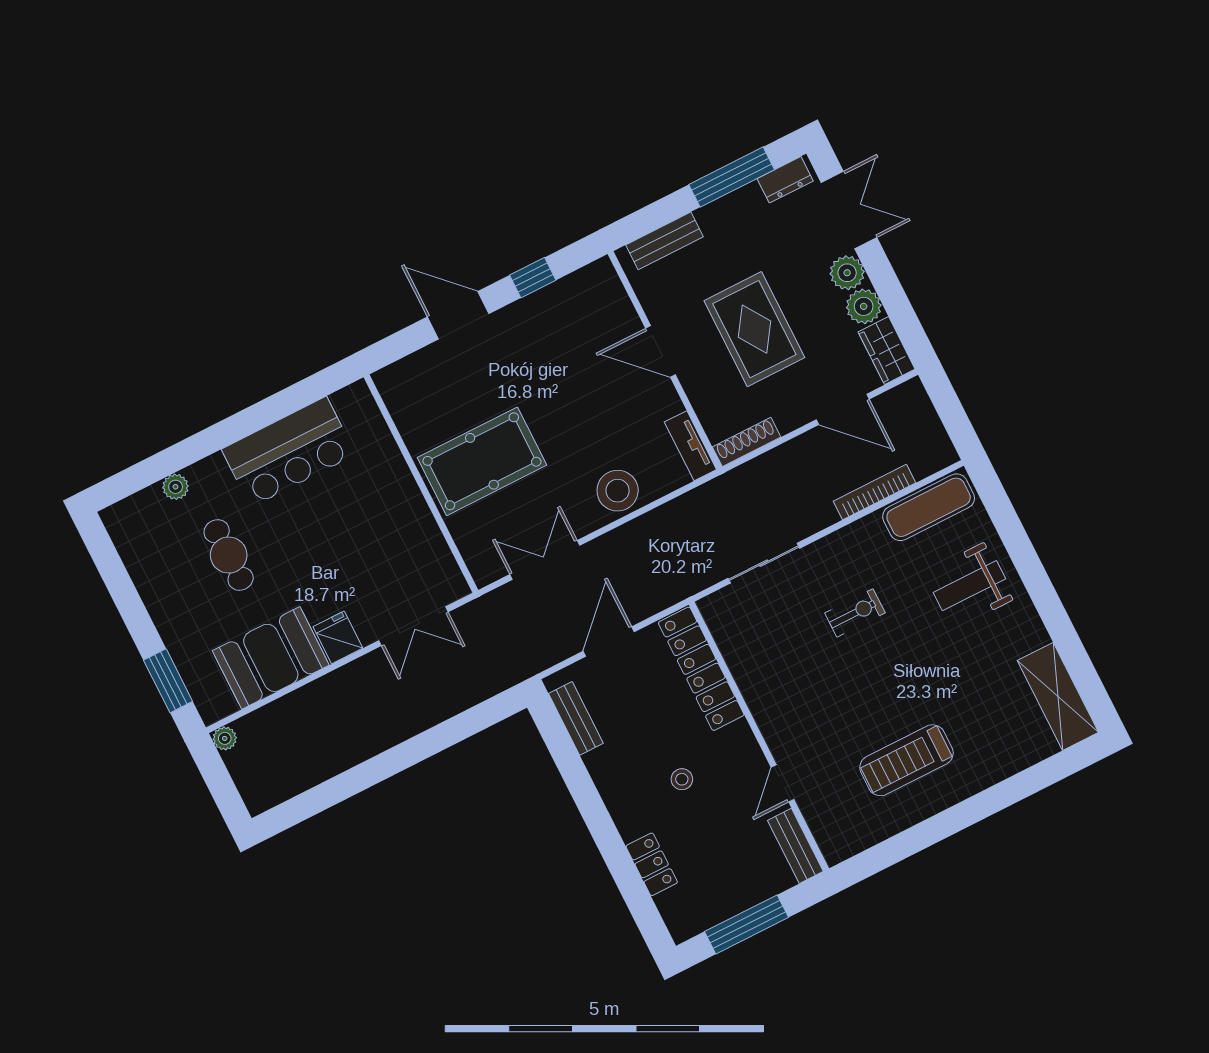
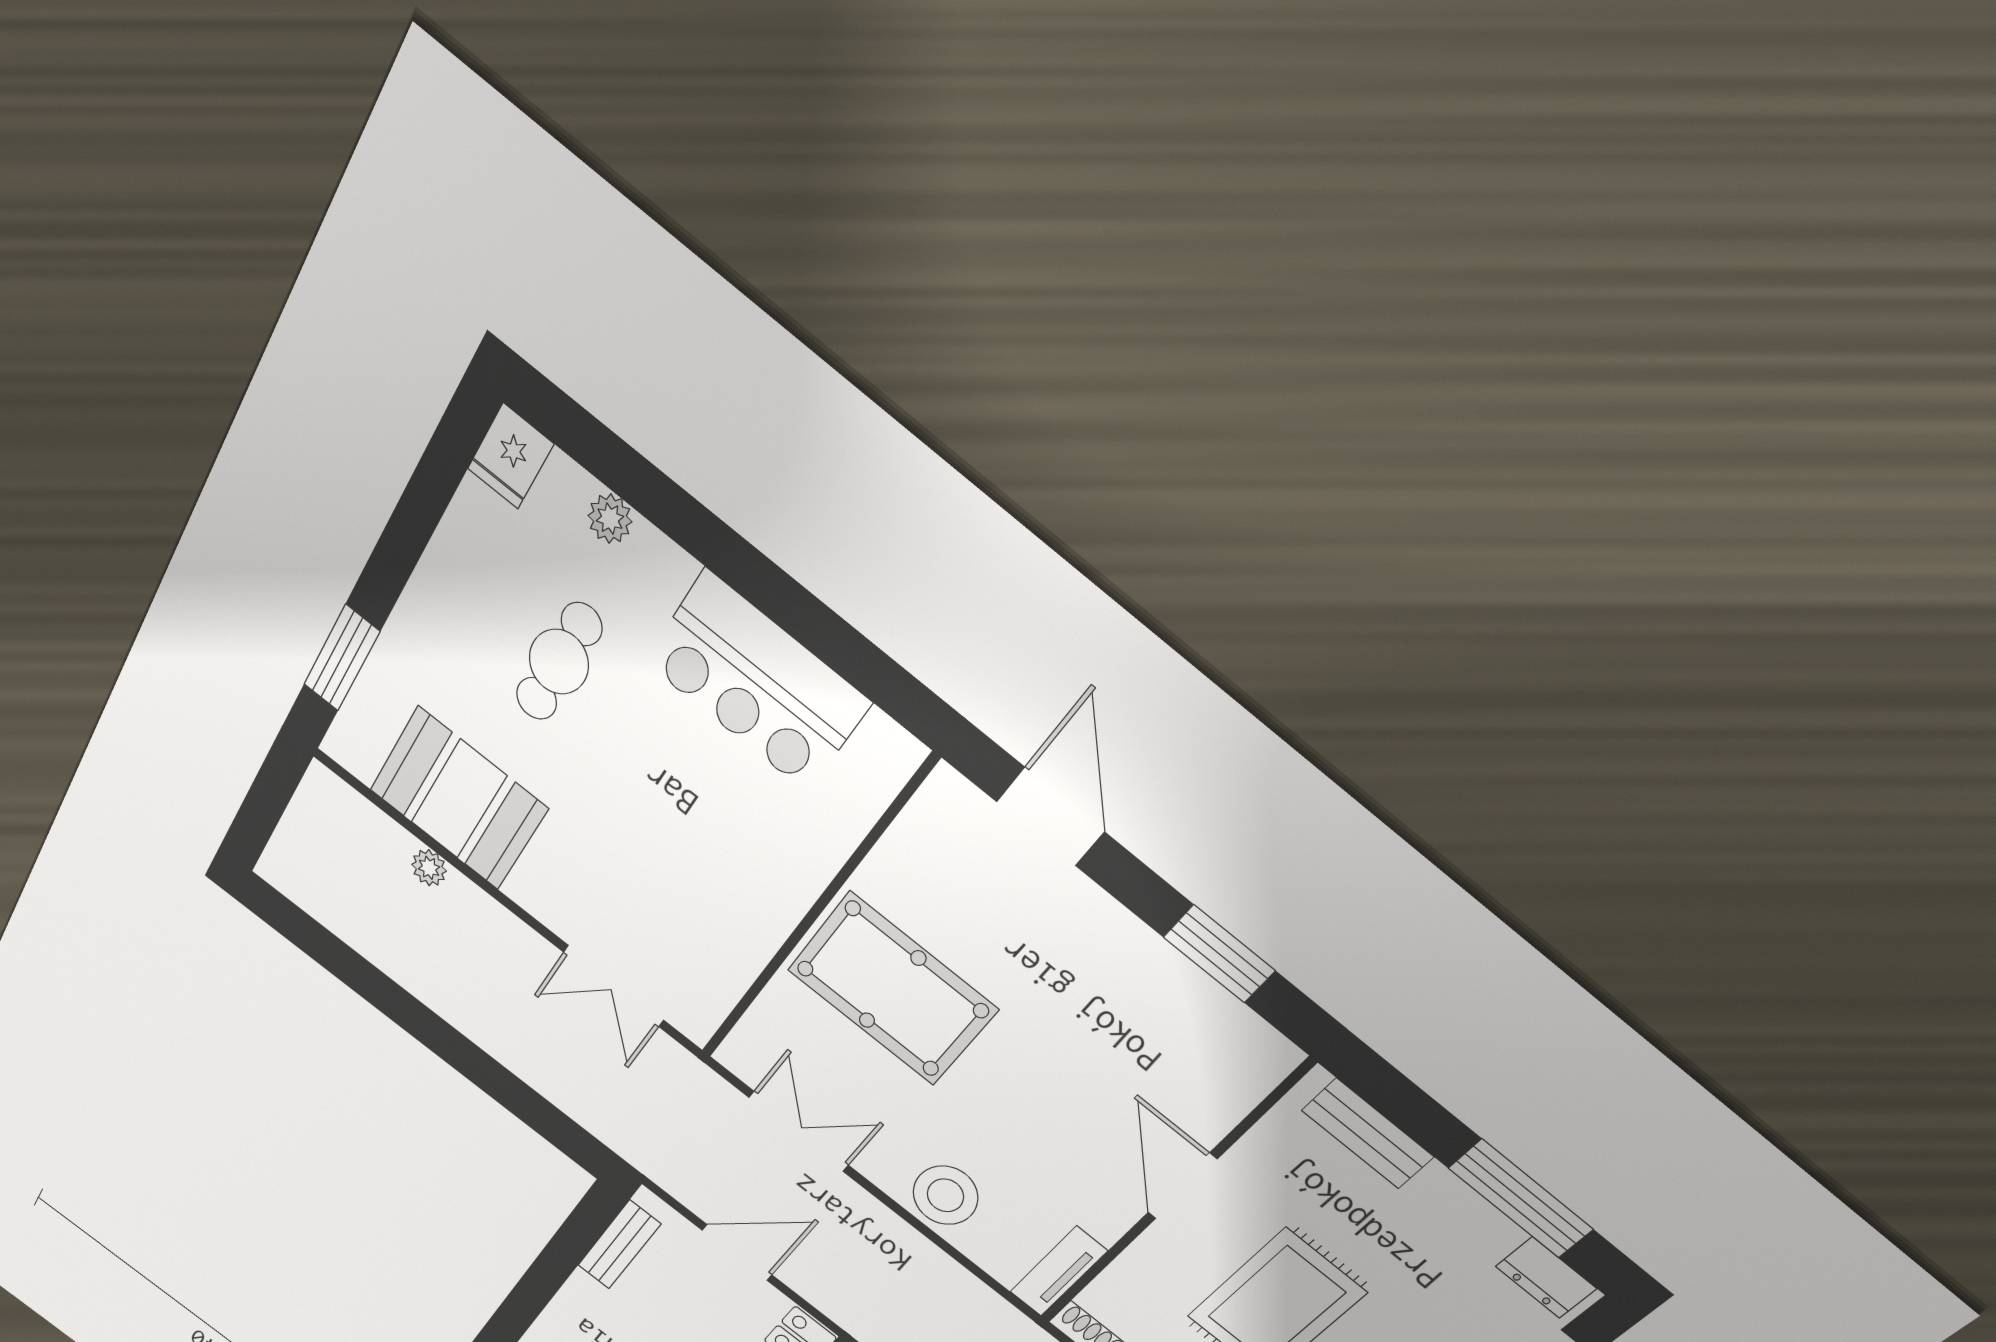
window: (533, 278) -> (1219, 954), width x1.50
door: (458, 315) -> (1050, 817), moved
fridge: (338, 637) -> (511, 456), moved, turned 180
plant: (225, 738) -> (429, 868), moved

